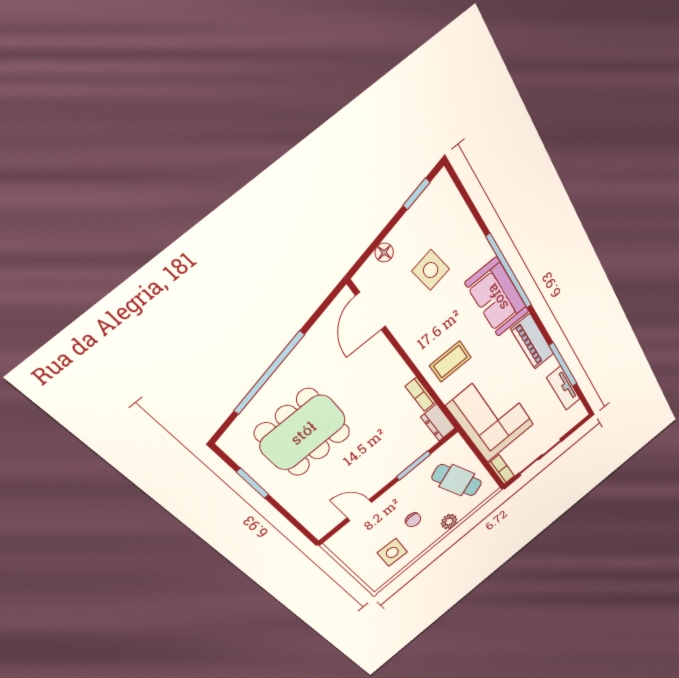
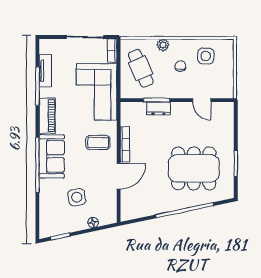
door: (371, 311) -> (119, 176), moved
bookcase: (420, 394) -> (125, 144), width x1.56
dresser: (438, 423) -> (158, 109), moved, turned 90

